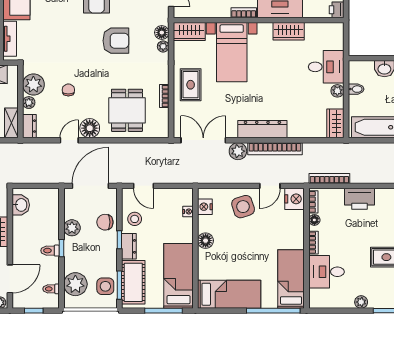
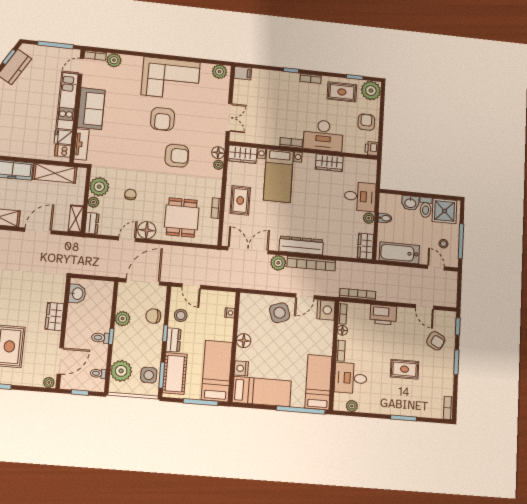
nightstand: (205, 207) -> (241, 368), moved
plant: (361, 302) -> (352, 406), moved

